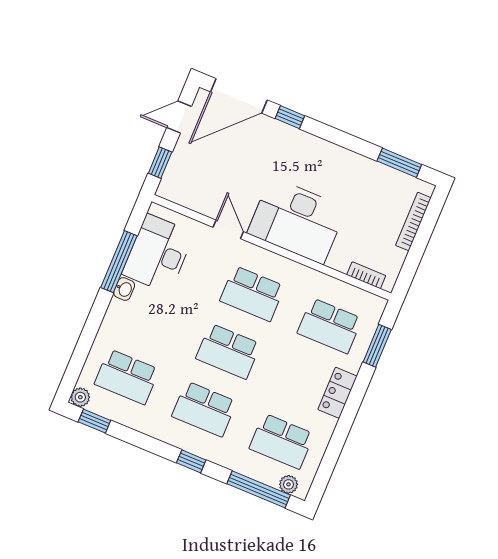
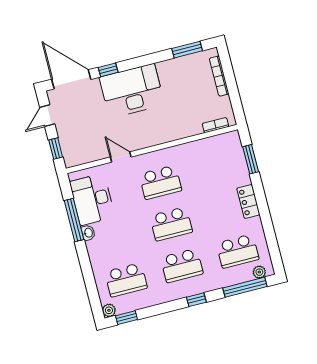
door: (239, 96) -> (71, 79), swing flipped
desk: (297, 221) -> (132, 91), moved, turned 180
school desk: (330, 326) -> (216, 168), removed

